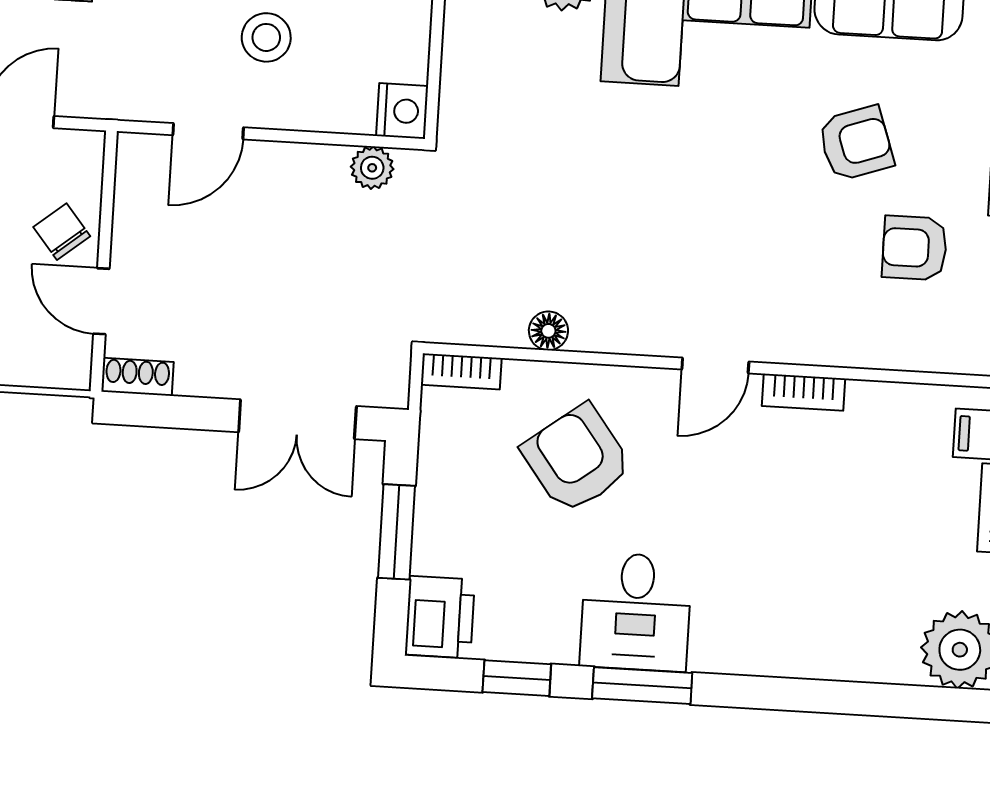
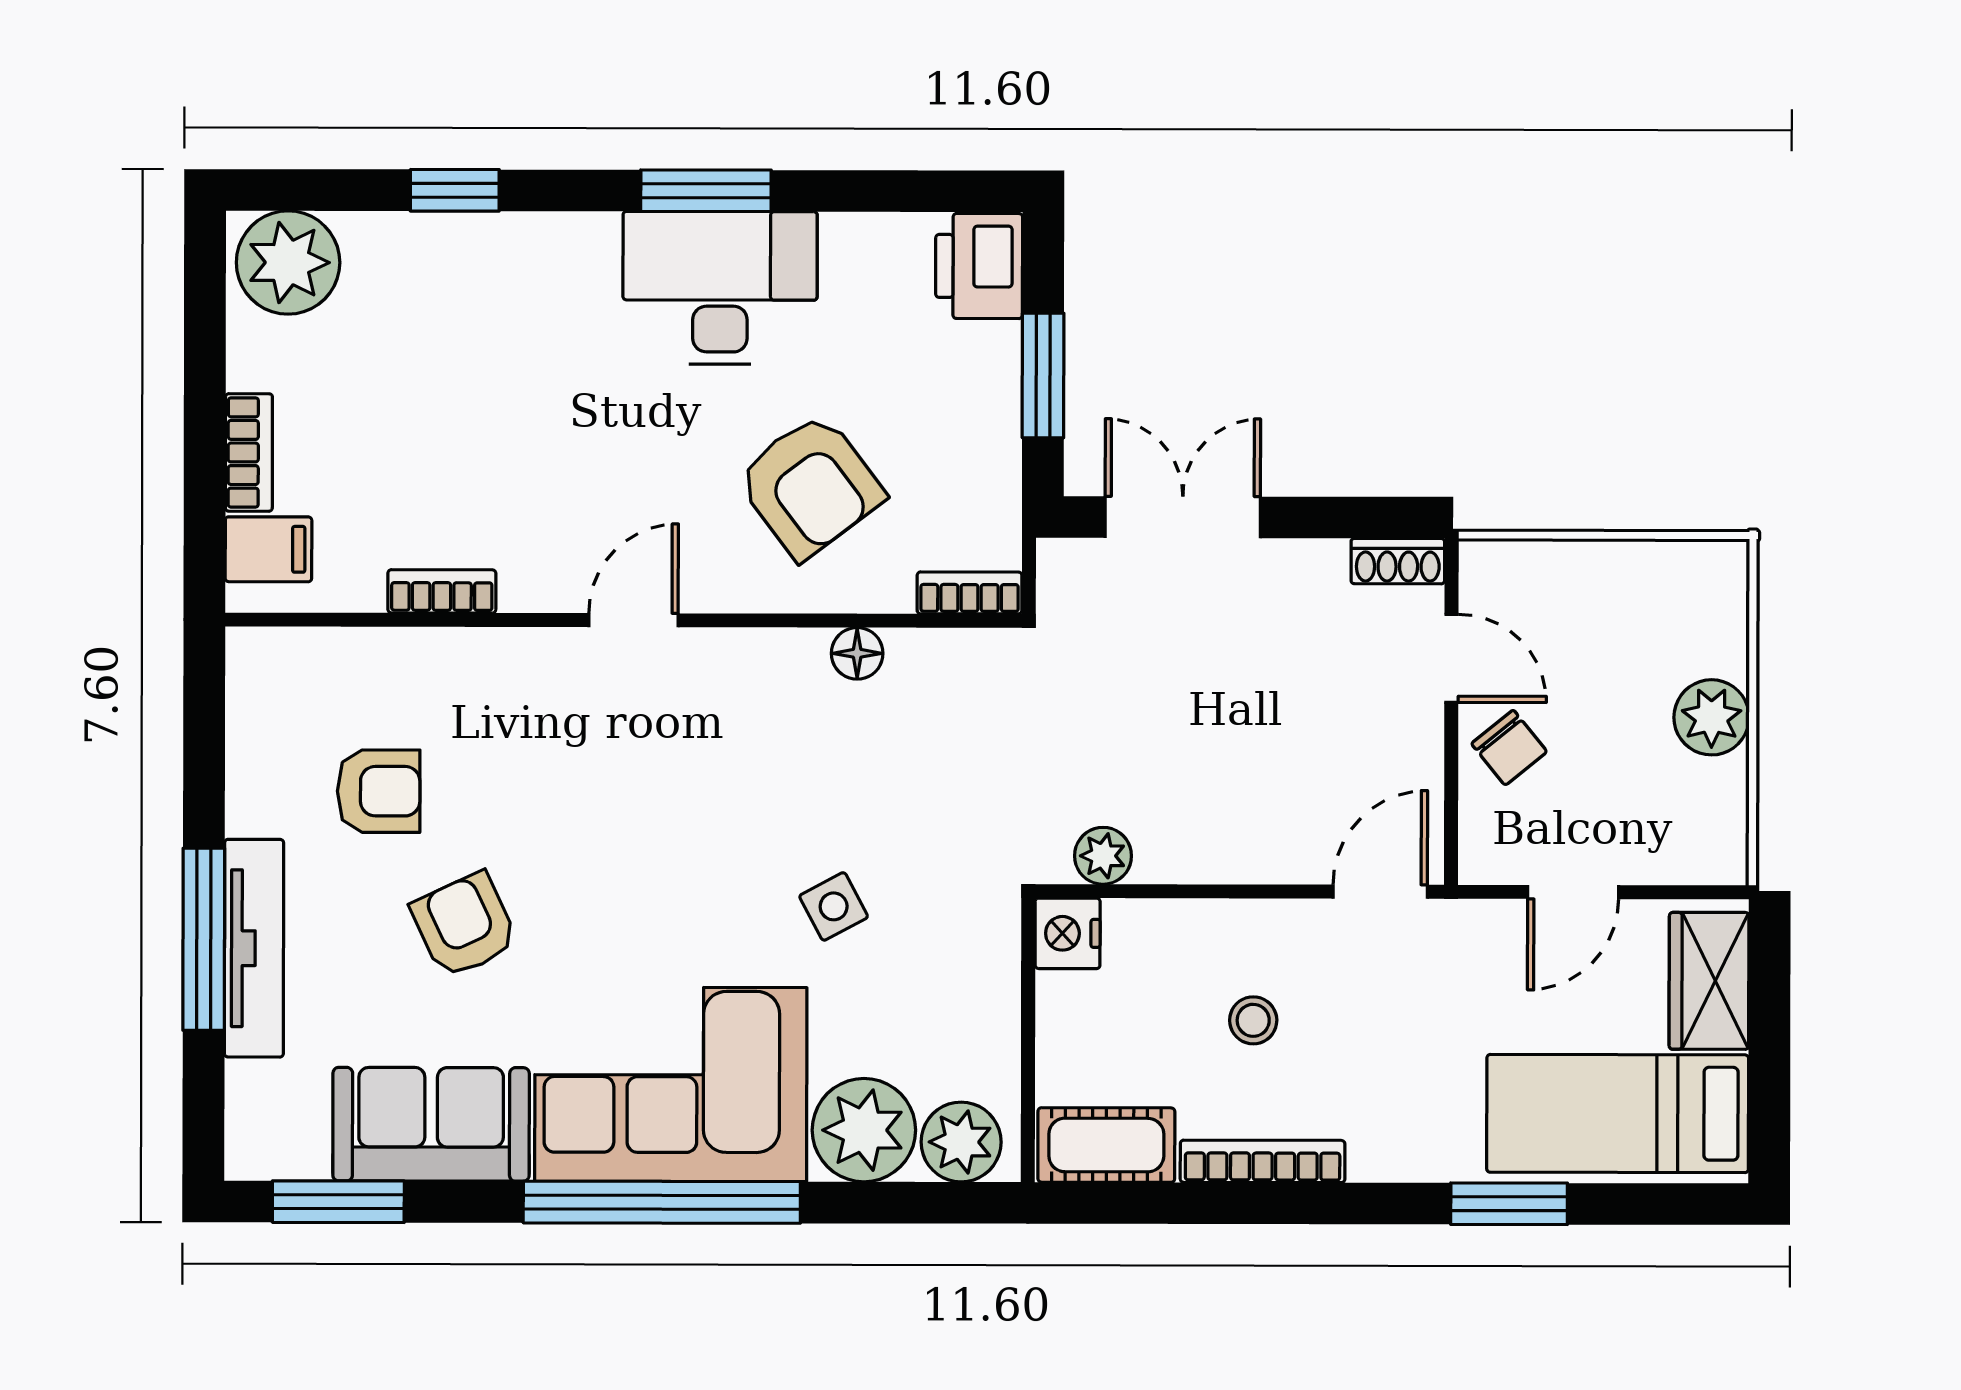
stool: (266, 37) -> (1253, 1020), width x0.73, depth x0.73
door: (208, 131) -> (1380, 892), moved
side table: (577, 141) -> (834, 906), added
armchair: (856, 143) -> (464, 925), turned 84
bookcase: (804, 392) -> (442, 591), moved
desk: (636, 612) -> (720, 288), width x1.37
window: (517, 678) -> (455, 190), moved

